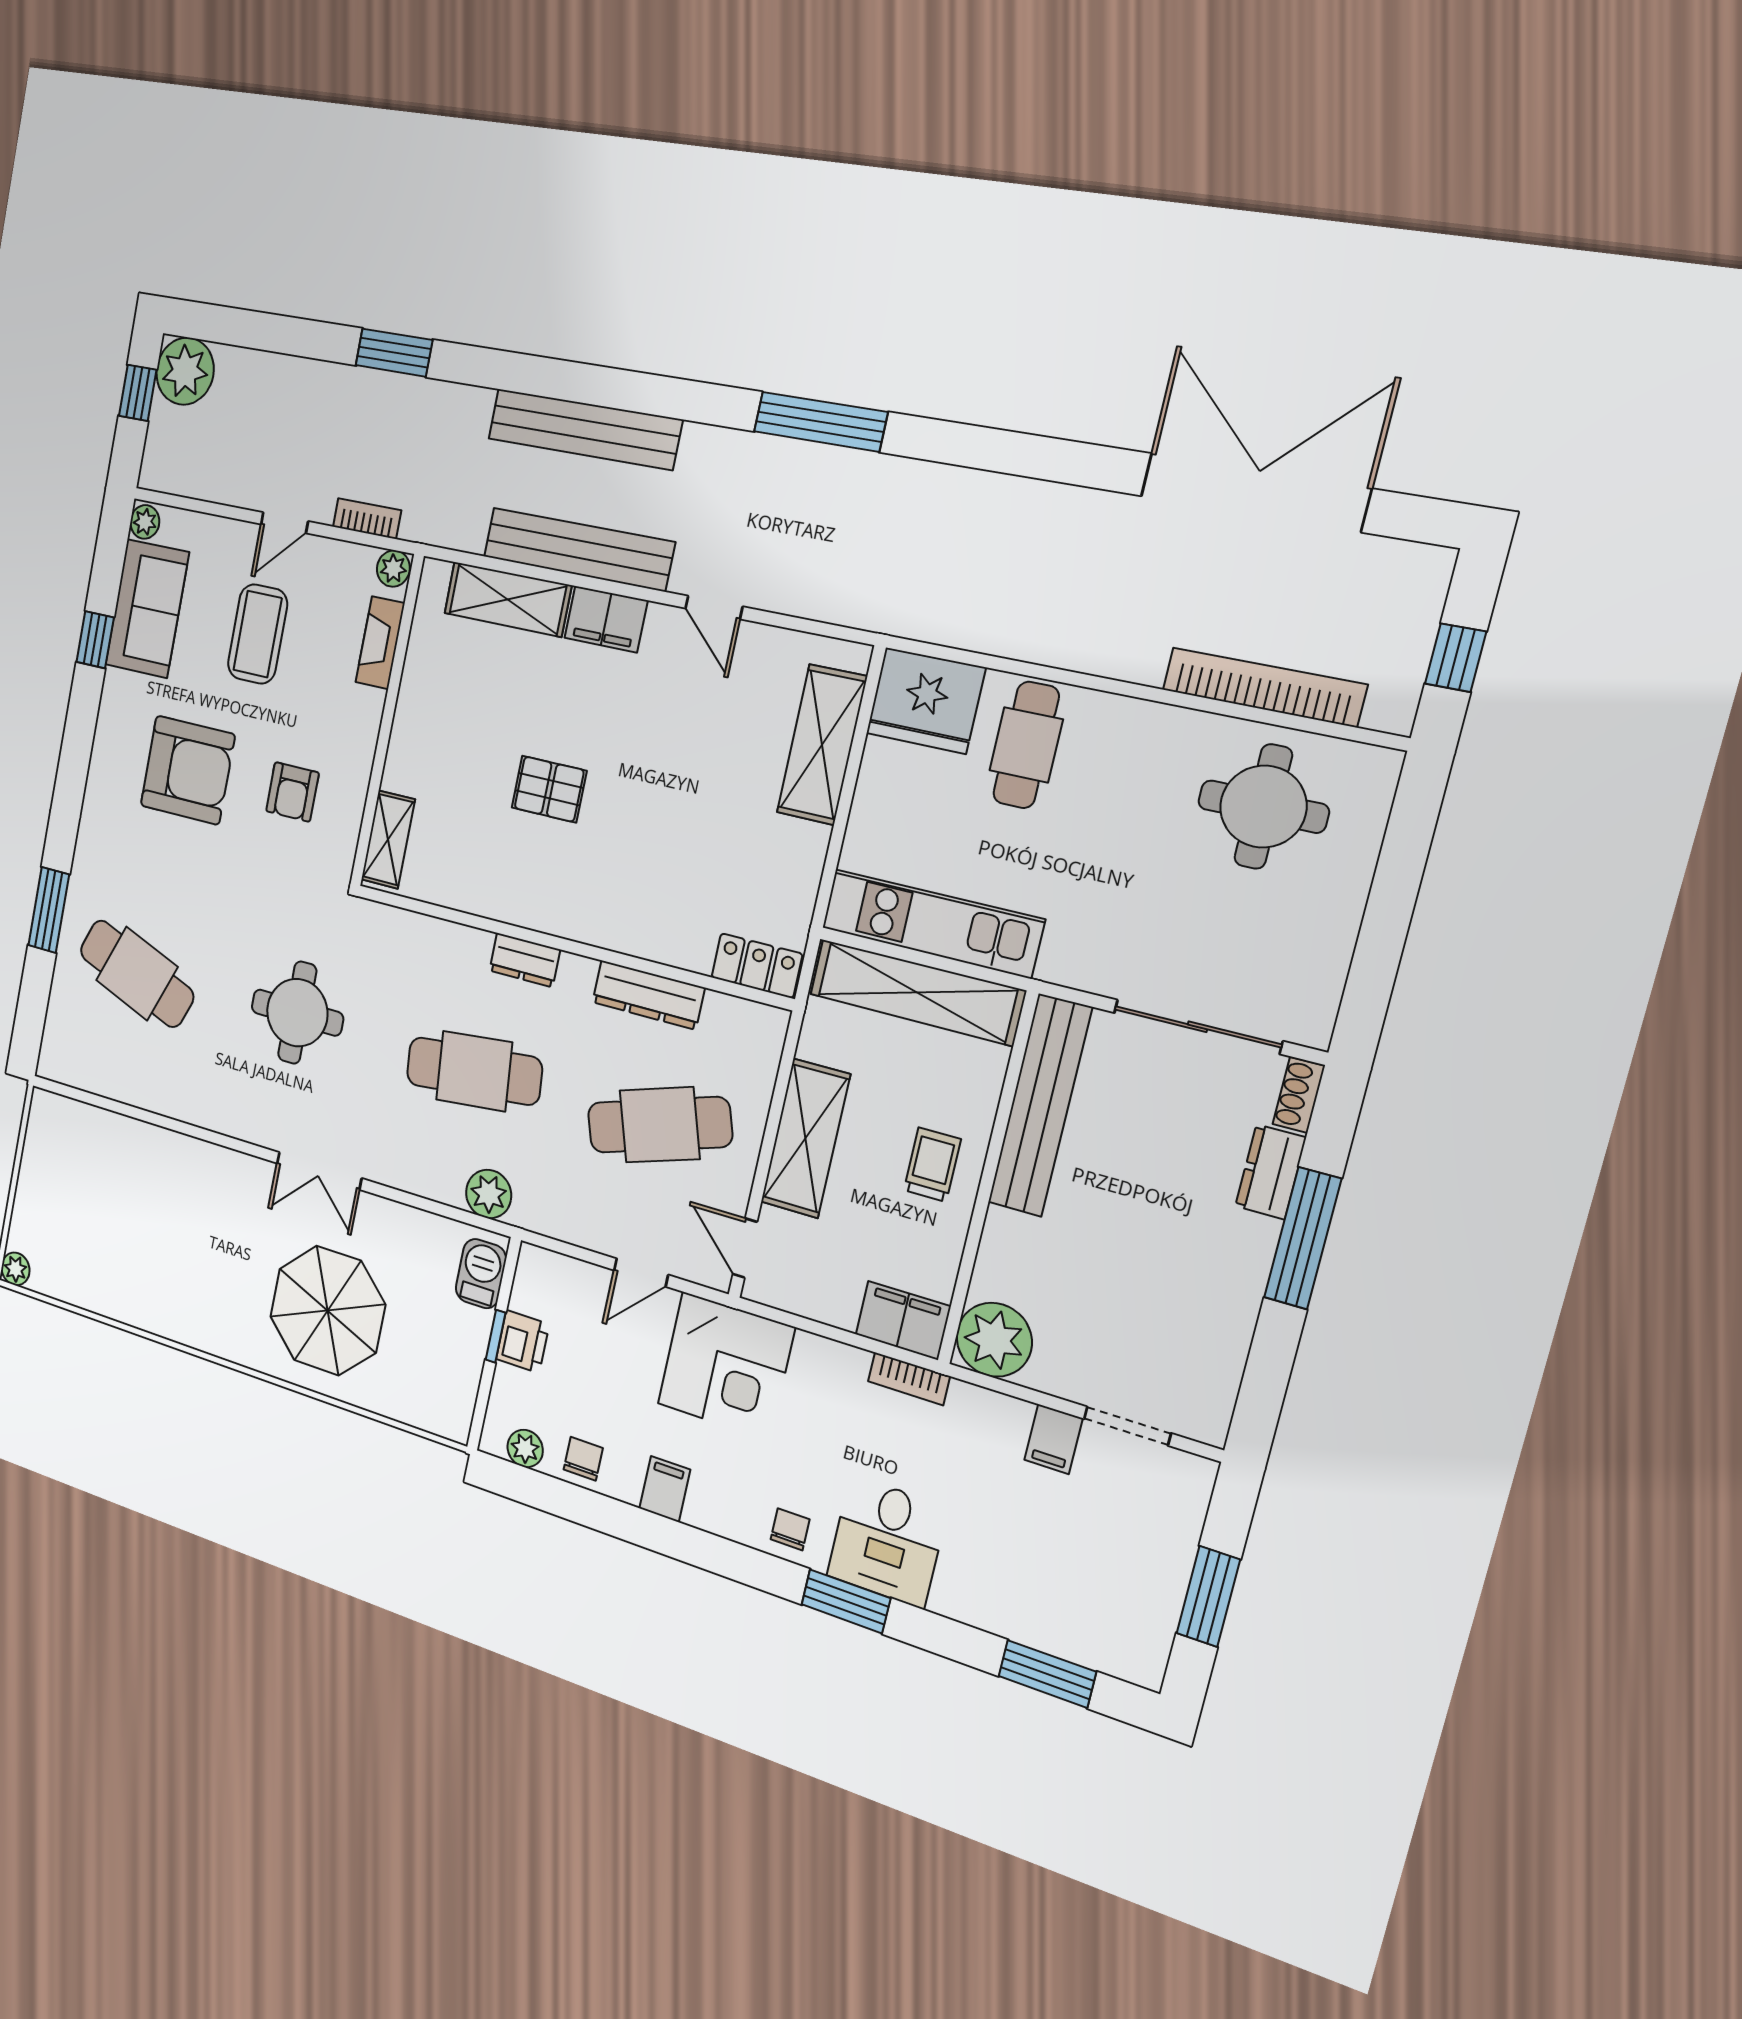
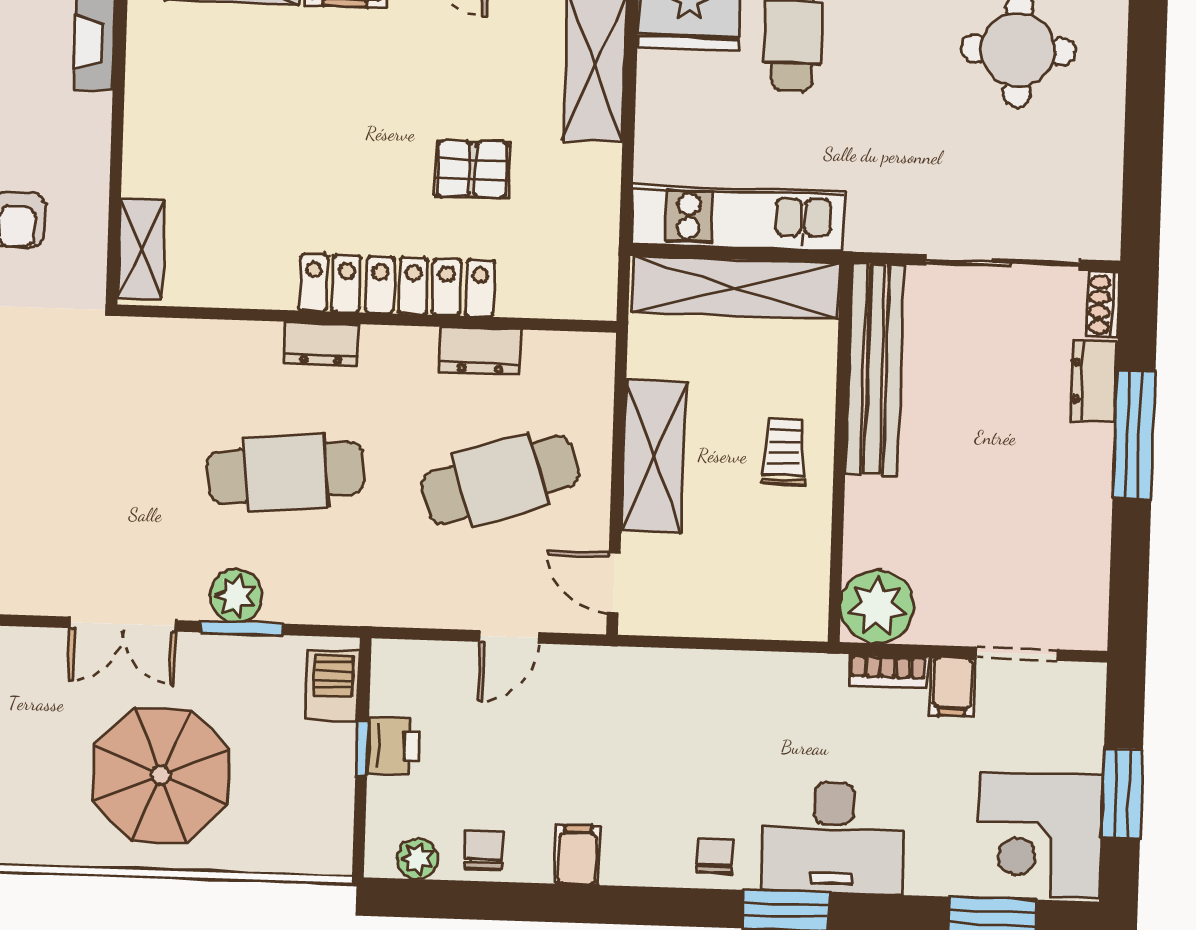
pallet: (549, 789) -> (473, 169), moved
locker: (757, 966) -> (397, 286), moved, width x2.16, depth x1.21
dresser: (648, 995) -> (481, 351), width x0.70
round table: (297, 1013) -> (66, 457), removed
plant: (489, 1194) -> (236, 596), moved
window: (414, 1201) -> (242, 628), added
filing cabinet: (903, 1320) -> (786, 612), removed
corner desk: (726, 1366) -> (1040, 835), moved, turned 90
bookcase: (909, 1379) -> (888, 671), moved
desk: (887, 1542) -> (833, 838), width x1.37

